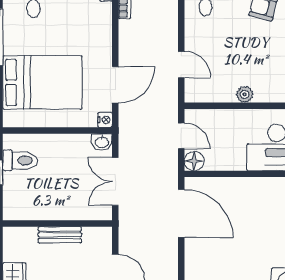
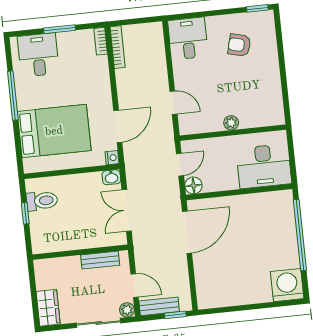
door: (181, 136) -> (180, 165), hinge flipped
door: (181, 213) -> (187, 232), hinge flipped
bench: (60, 235) -> (100, 260), moved

